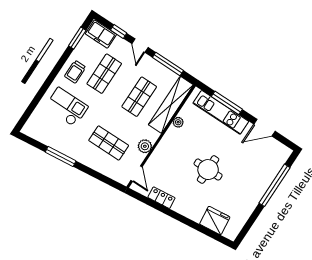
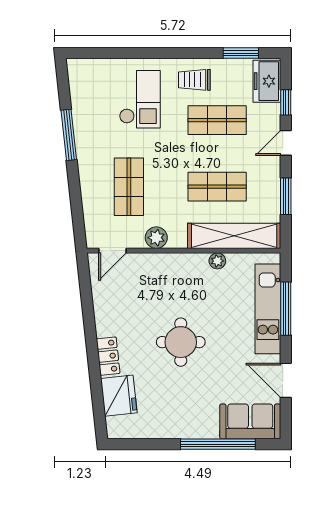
window: (168, 64) -> (286, 196), width x0.69
sofa: (274, 160) -> (250, 421), added
locker: (161, 198) -> (108, 356), moved

